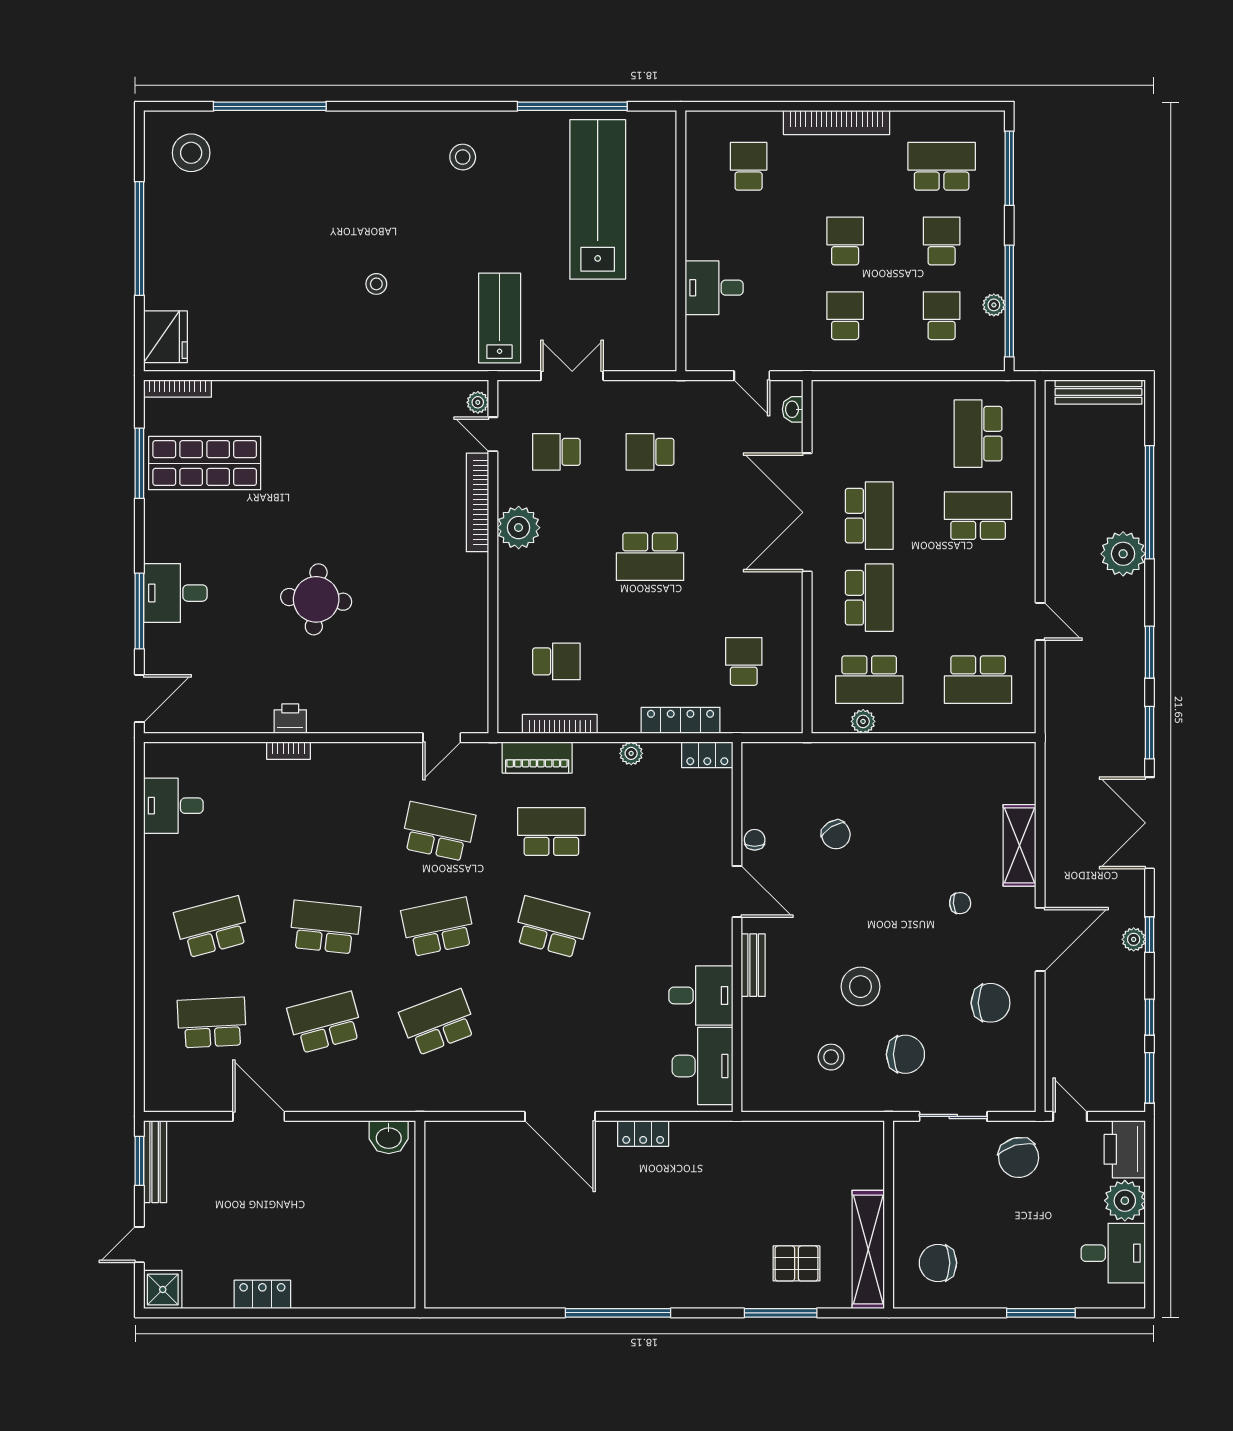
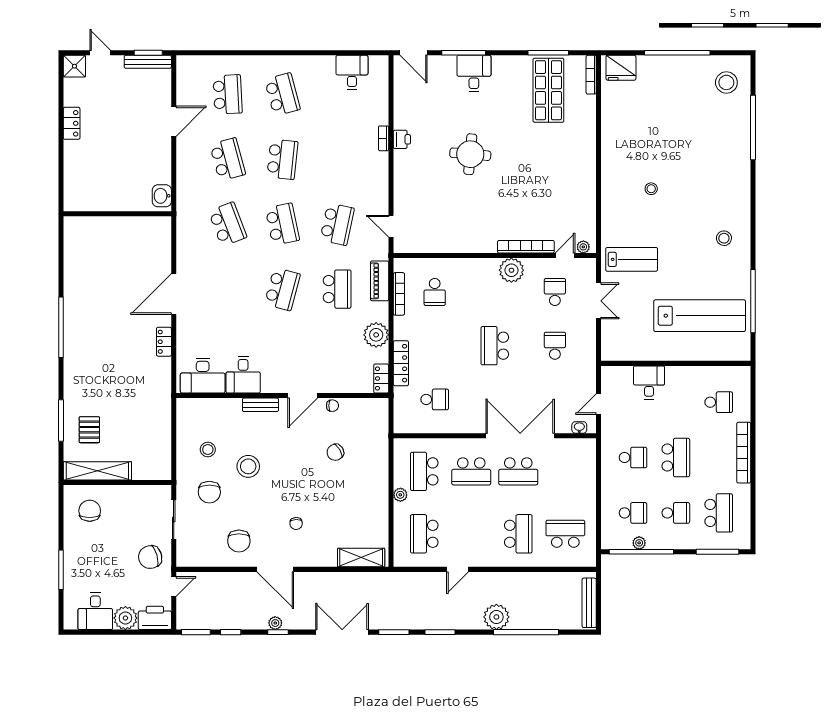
school desk: (845, 241) -> (676, 458), width x1.85
plant: (863, 721) -> (400, 495), moved
plant: (631, 753) -> (376, 335), width x1.88, depth x1.88
shelving: (1020, 845) -> (361, 558), moved

